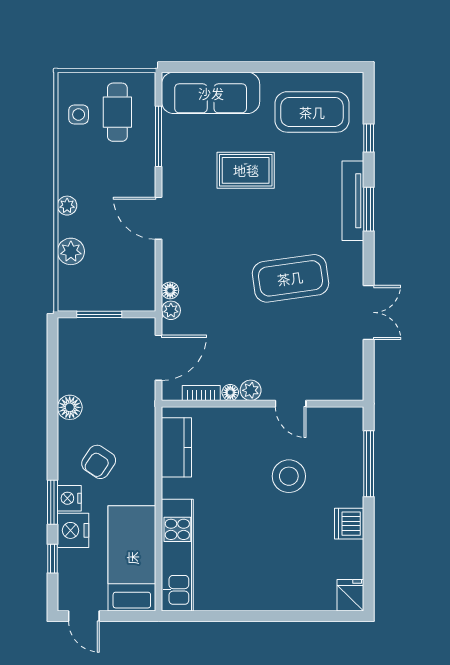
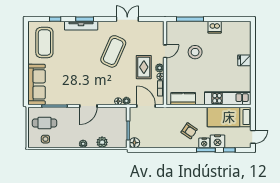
rug: (246, 170) -> (144, 67), moved
coffee table: (290, 278) -> (113, 51), turned 32
floor lamp: (70, 407) -> (134, 143), moved
fridge: (350, 595) -> (244, 60), moved

